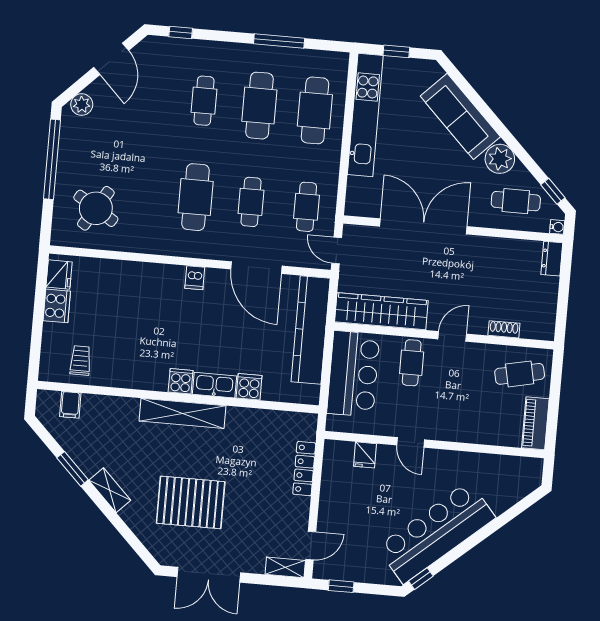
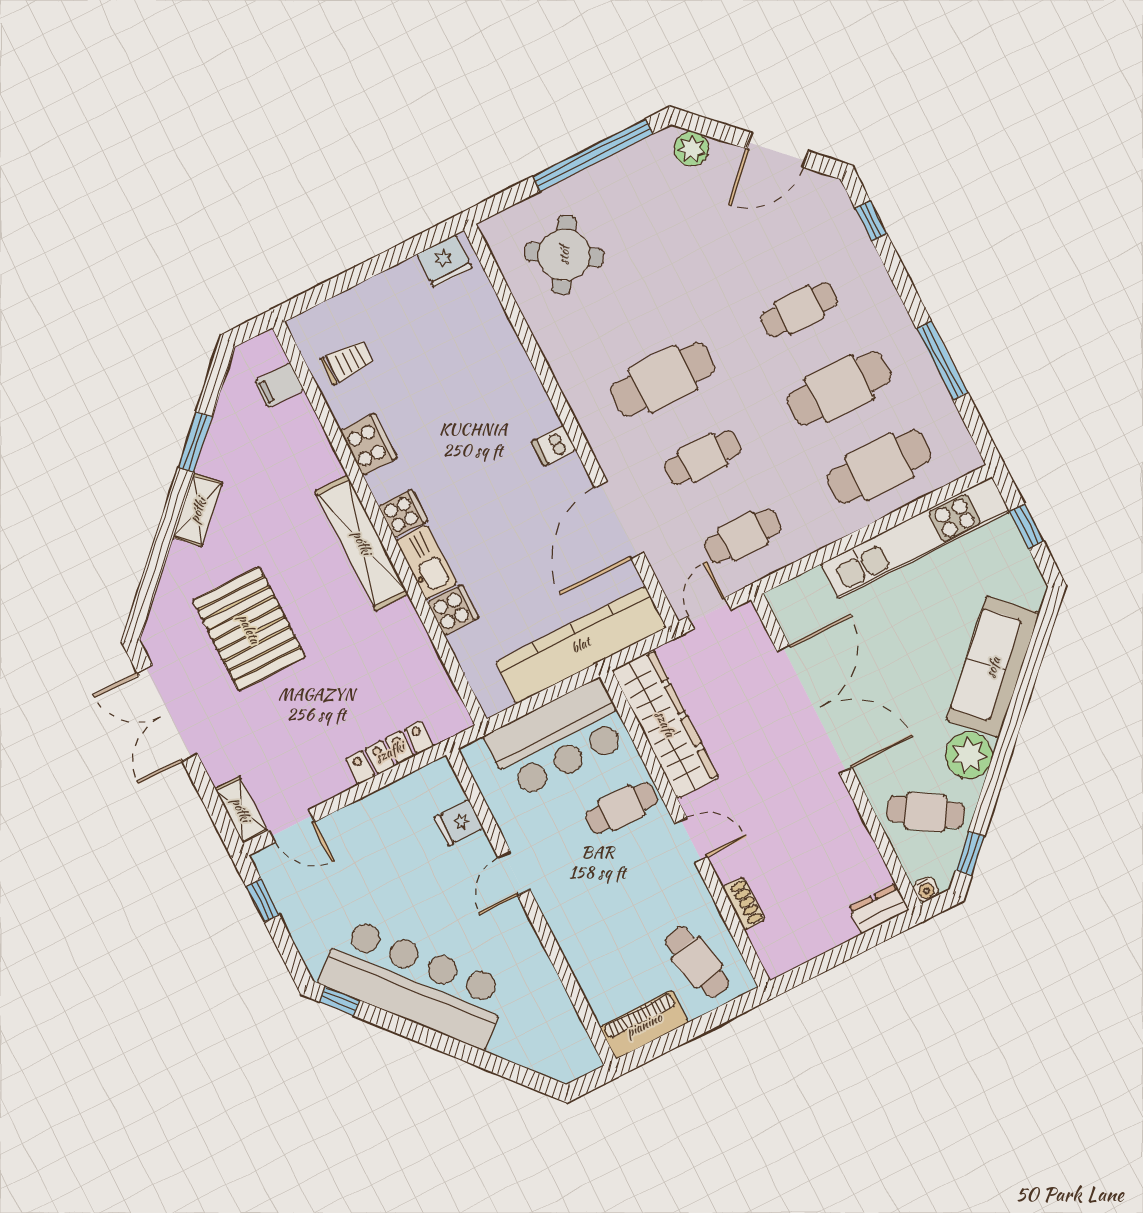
cafe table: (516, 201) -> (926, 812), turned -57
cooker: (57, 306) -> (369, 444), moved, turned -90

